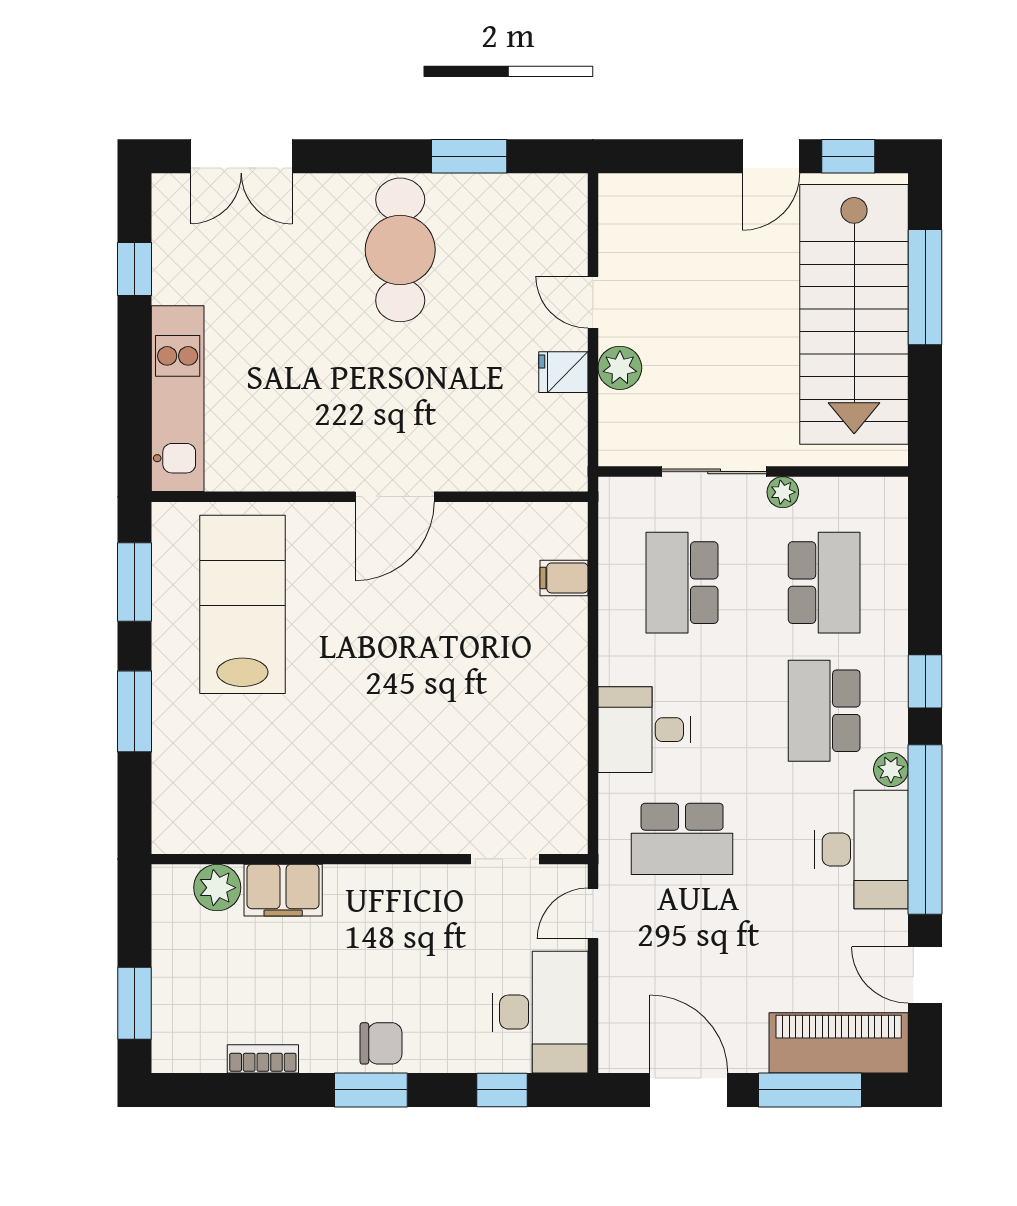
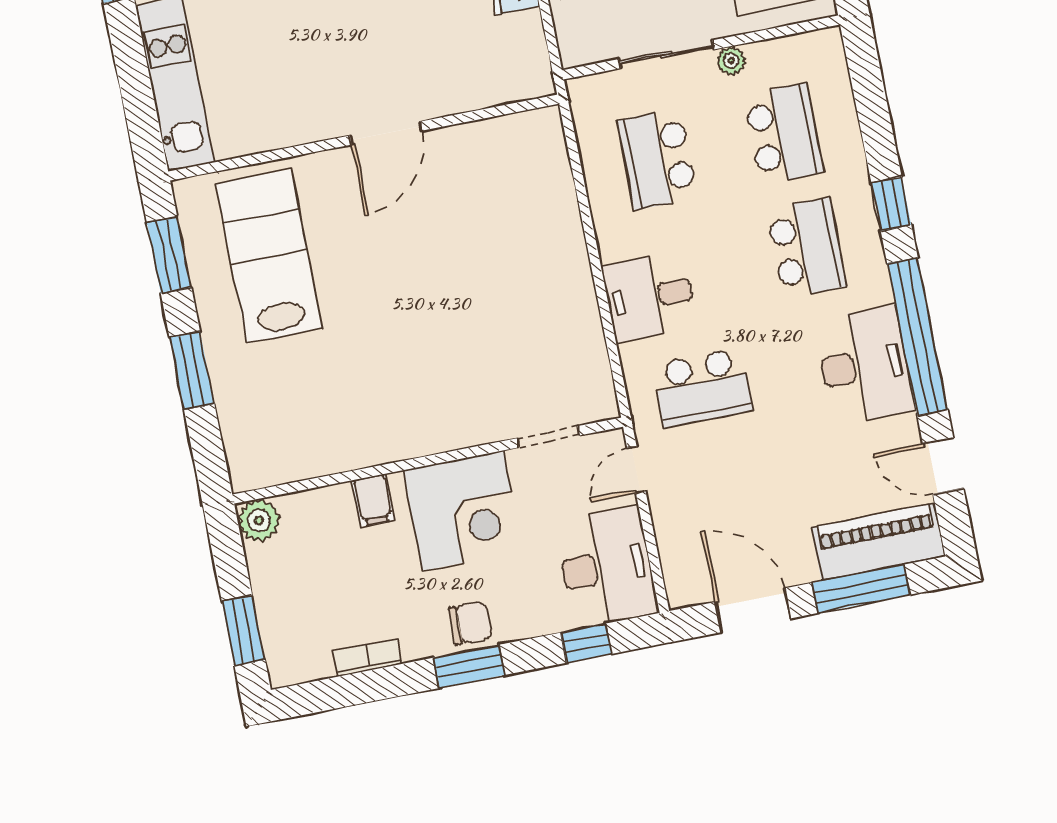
filing cabinet: (564, 578) -> (551, 176), removed
school desk: (824, 711) -> (807, 248), turned 180
plant: (891, 770) -> (877, 289), removed
plant: (217, 888) -> (259, 520), moved
filing cabinet: (283, 890) -> (373, 500), width x0.50
corner desk: (397, 921) -> (463, 511), added

